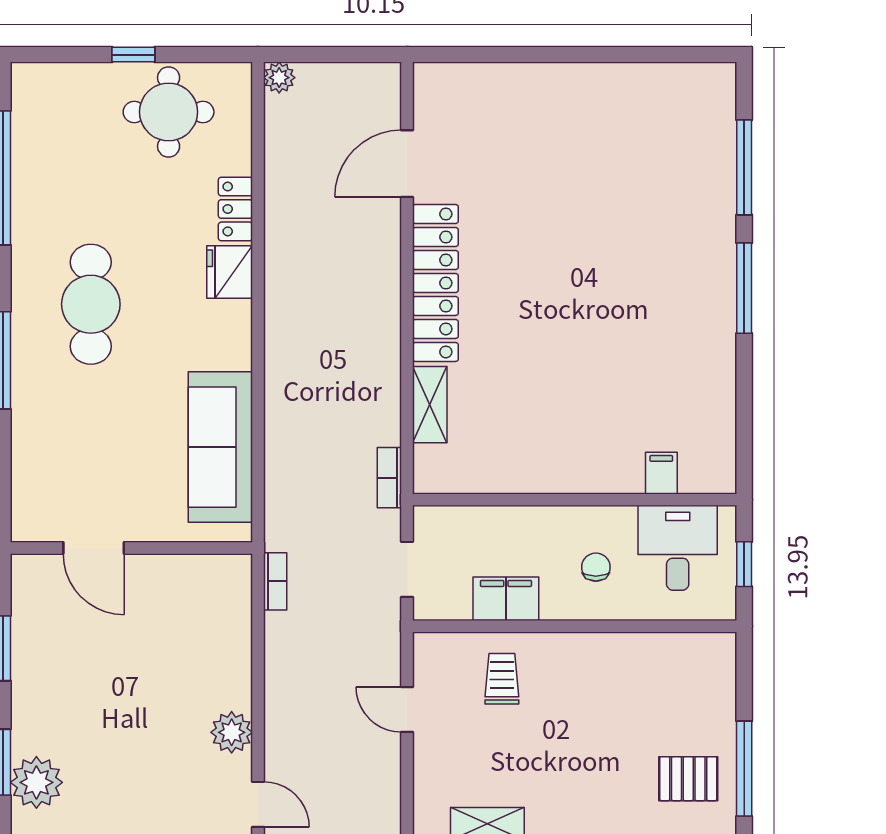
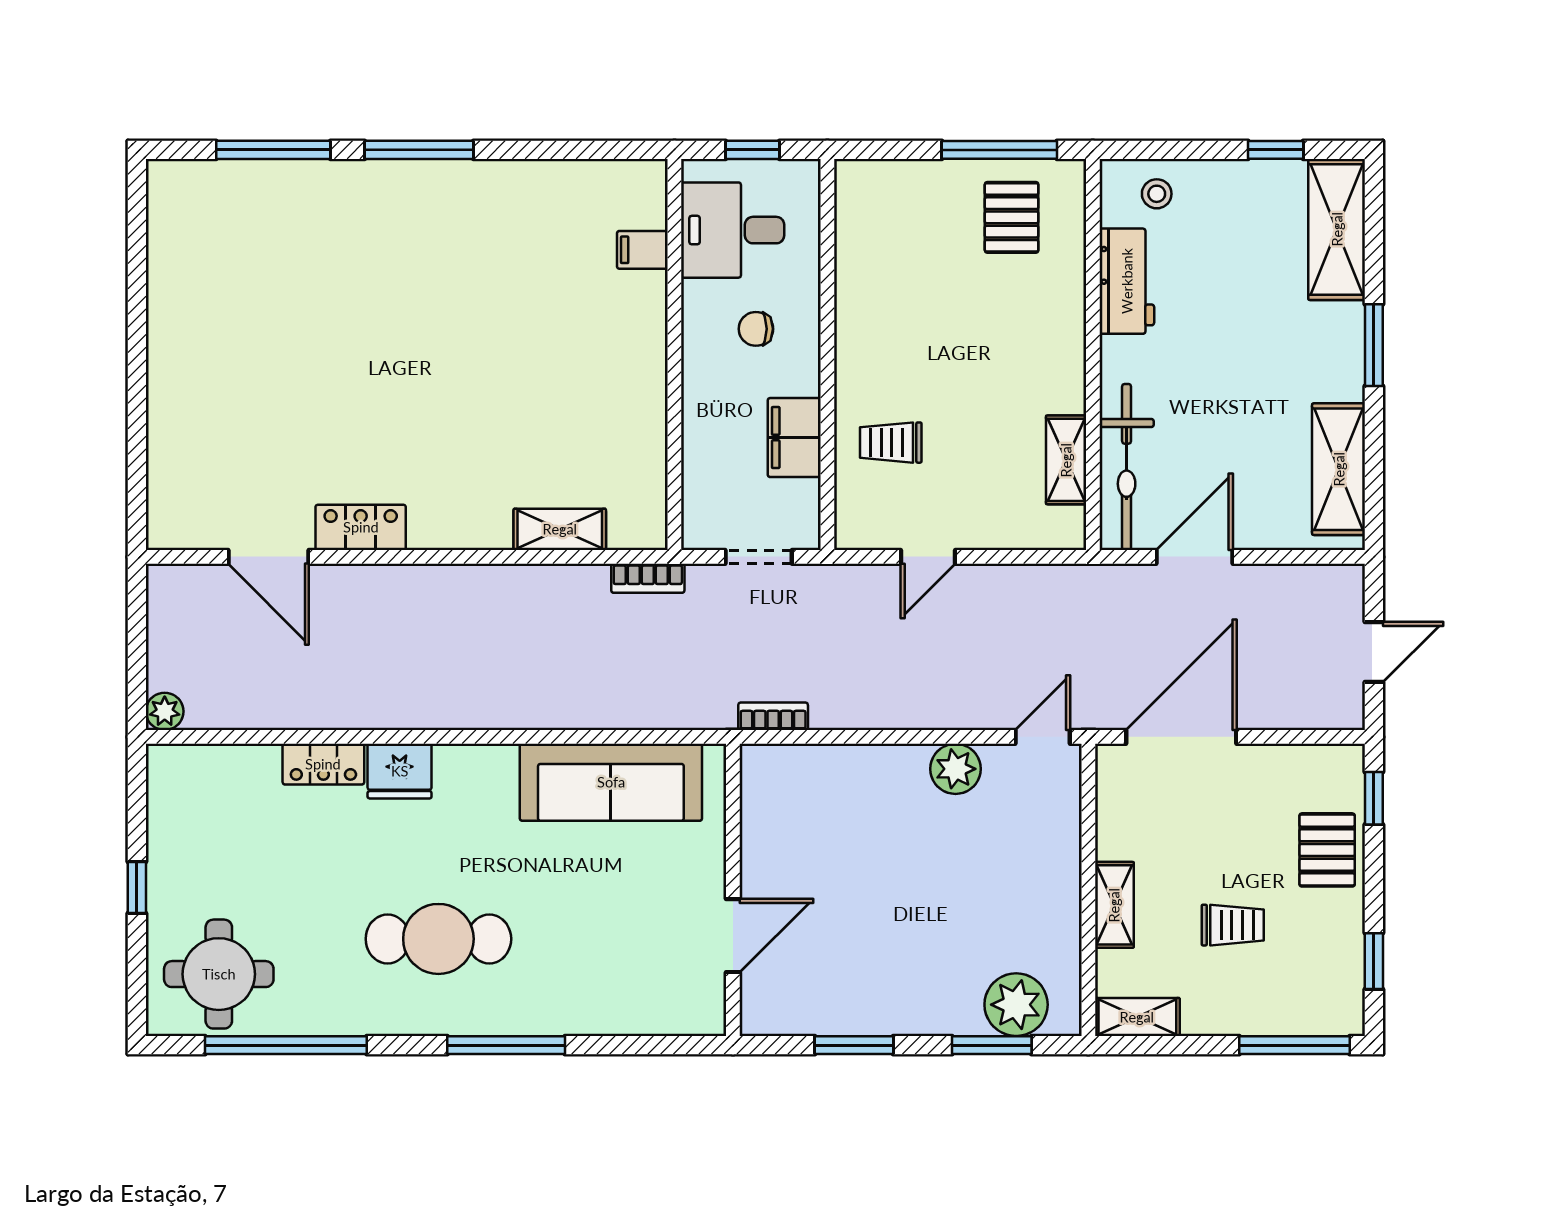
round table: (169, 112) -> (219, 974), moved
locker: (435, 283) -> (361, 527), width x0.46, depth x0.83

